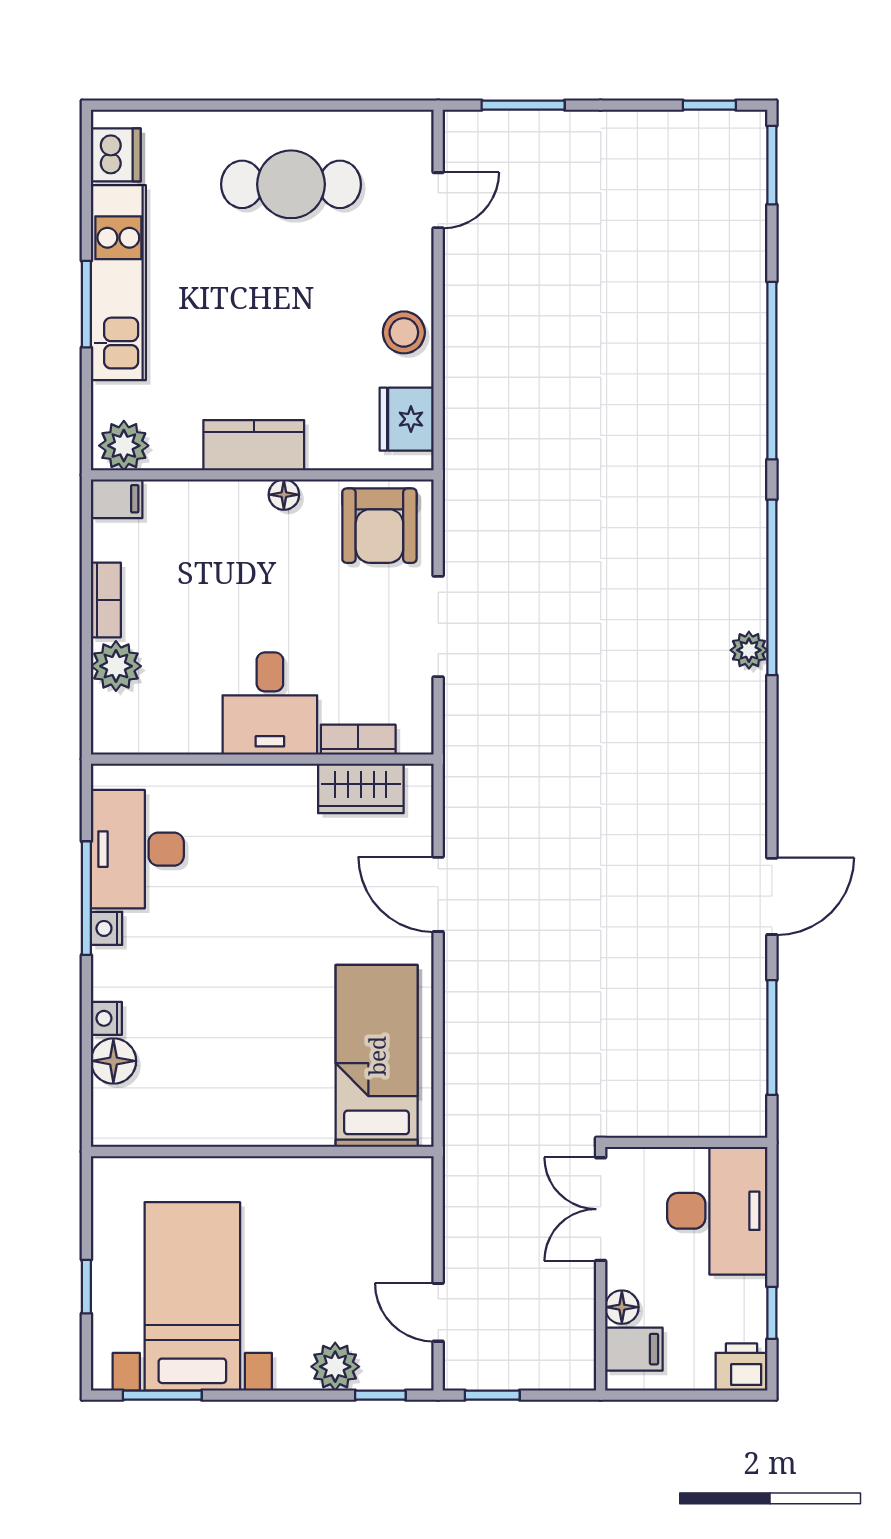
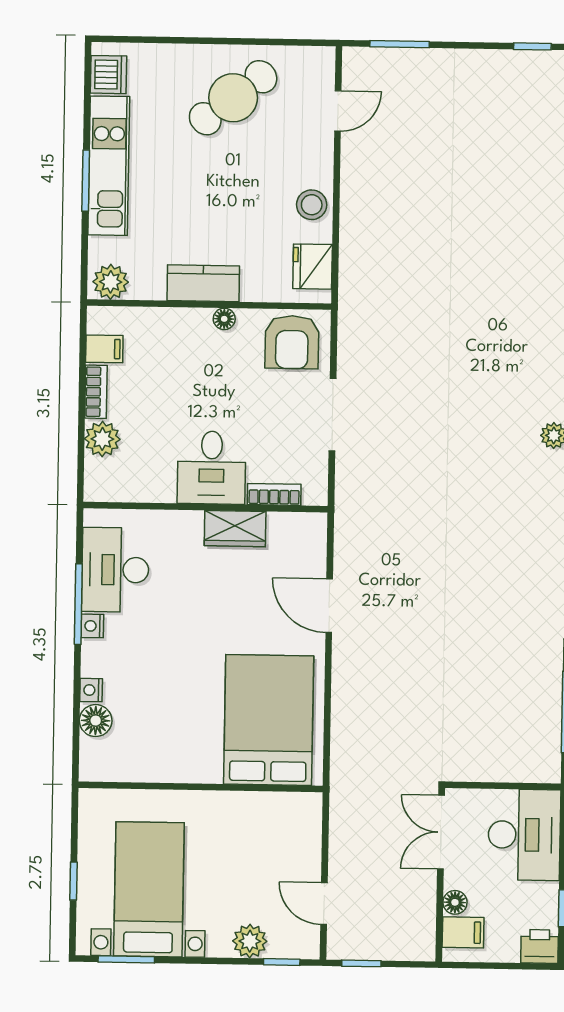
cafe table: (291, 184) -> (233, 98), turned -38
filing cabinet: (117, 499) -> (104, 349), moved
wardrobe: (361, 788) -> (235, 529), moved
bed: (377, 1056) -> (269, 720), width x1.50

